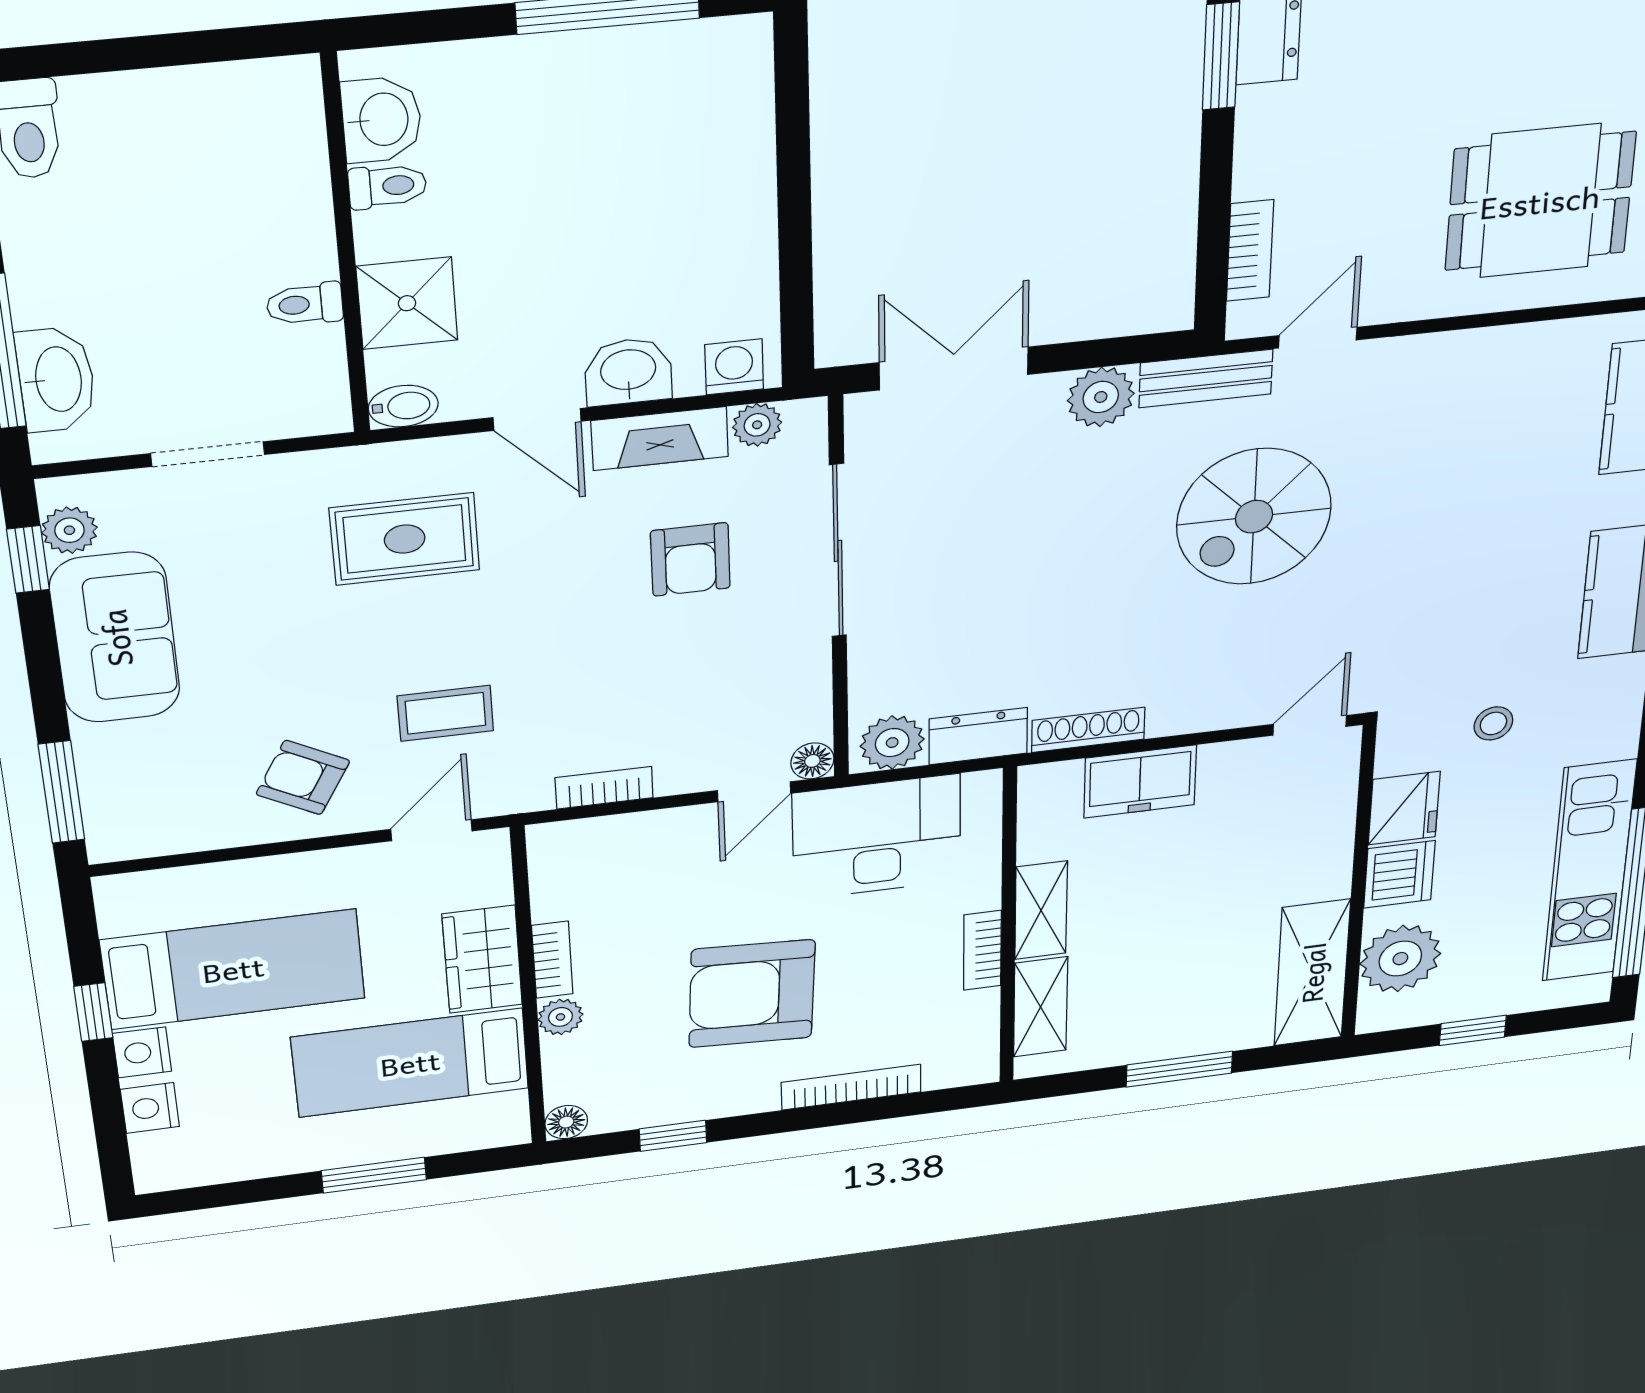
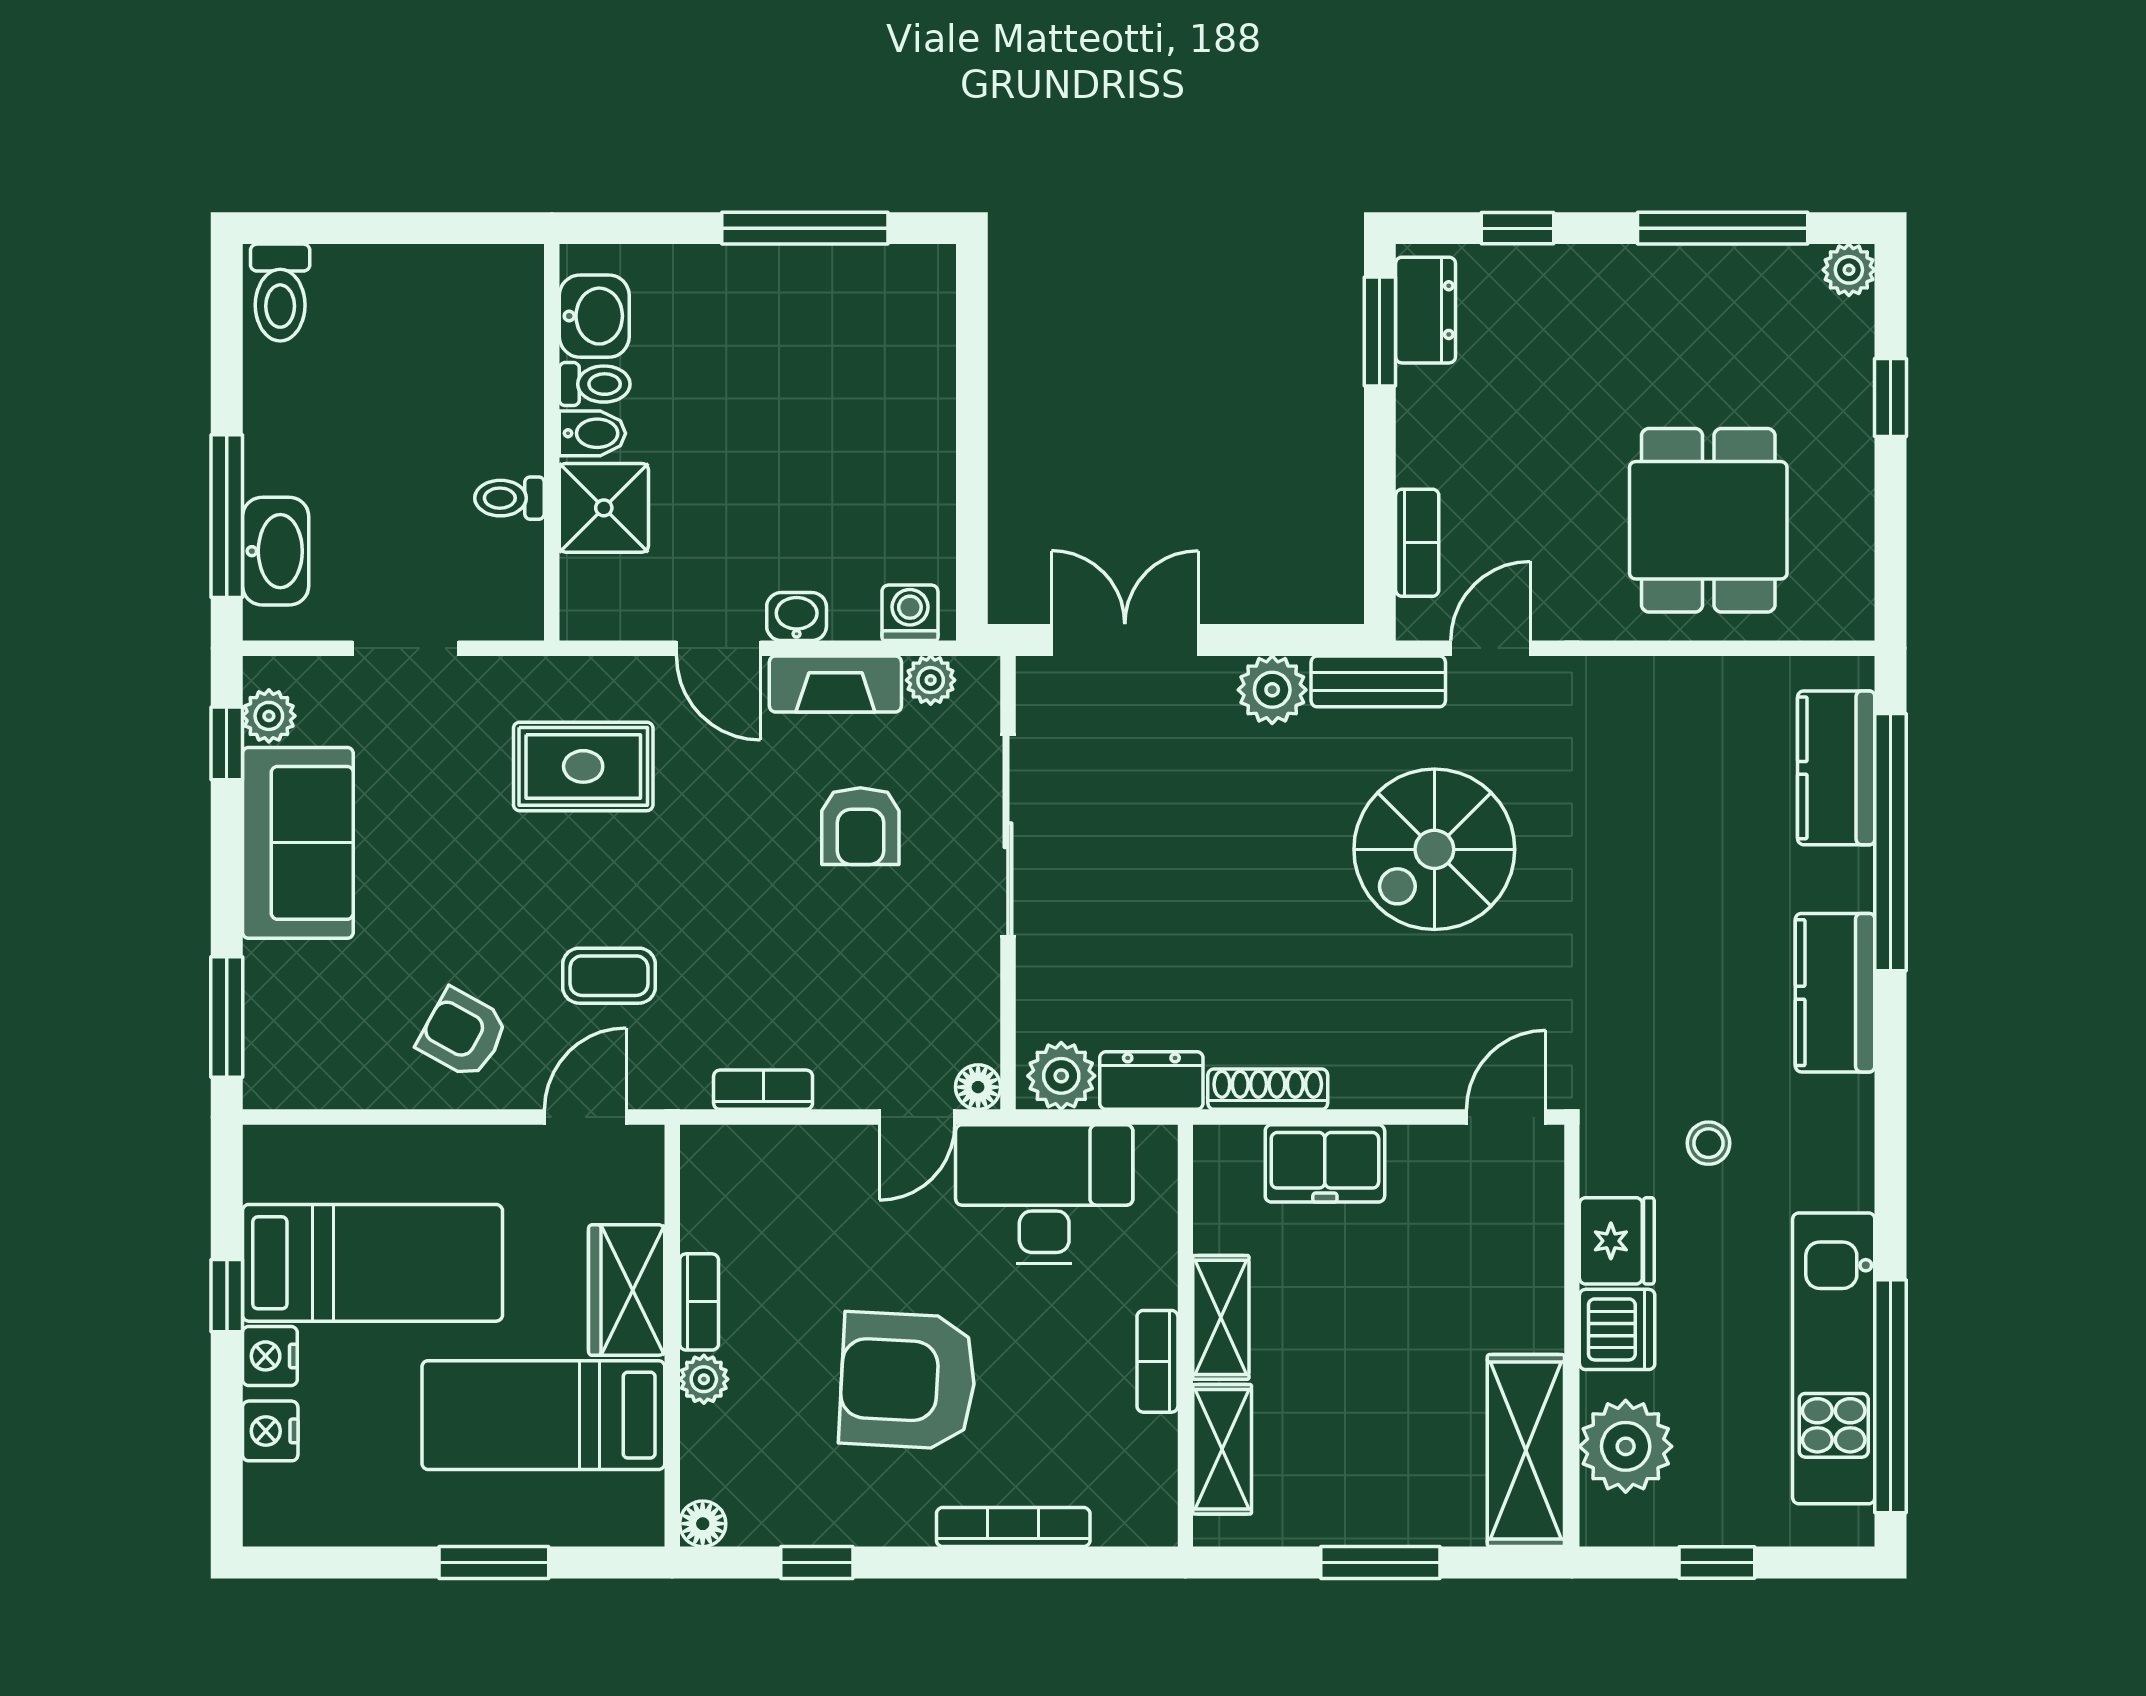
dining table: (1540, 201) -> (1708, 520), turned 90
washbasin: (628, 372) -> (797, 617), width x0.72, depth x0.69
bidet: (403, 406) -> (592, 433), moved

